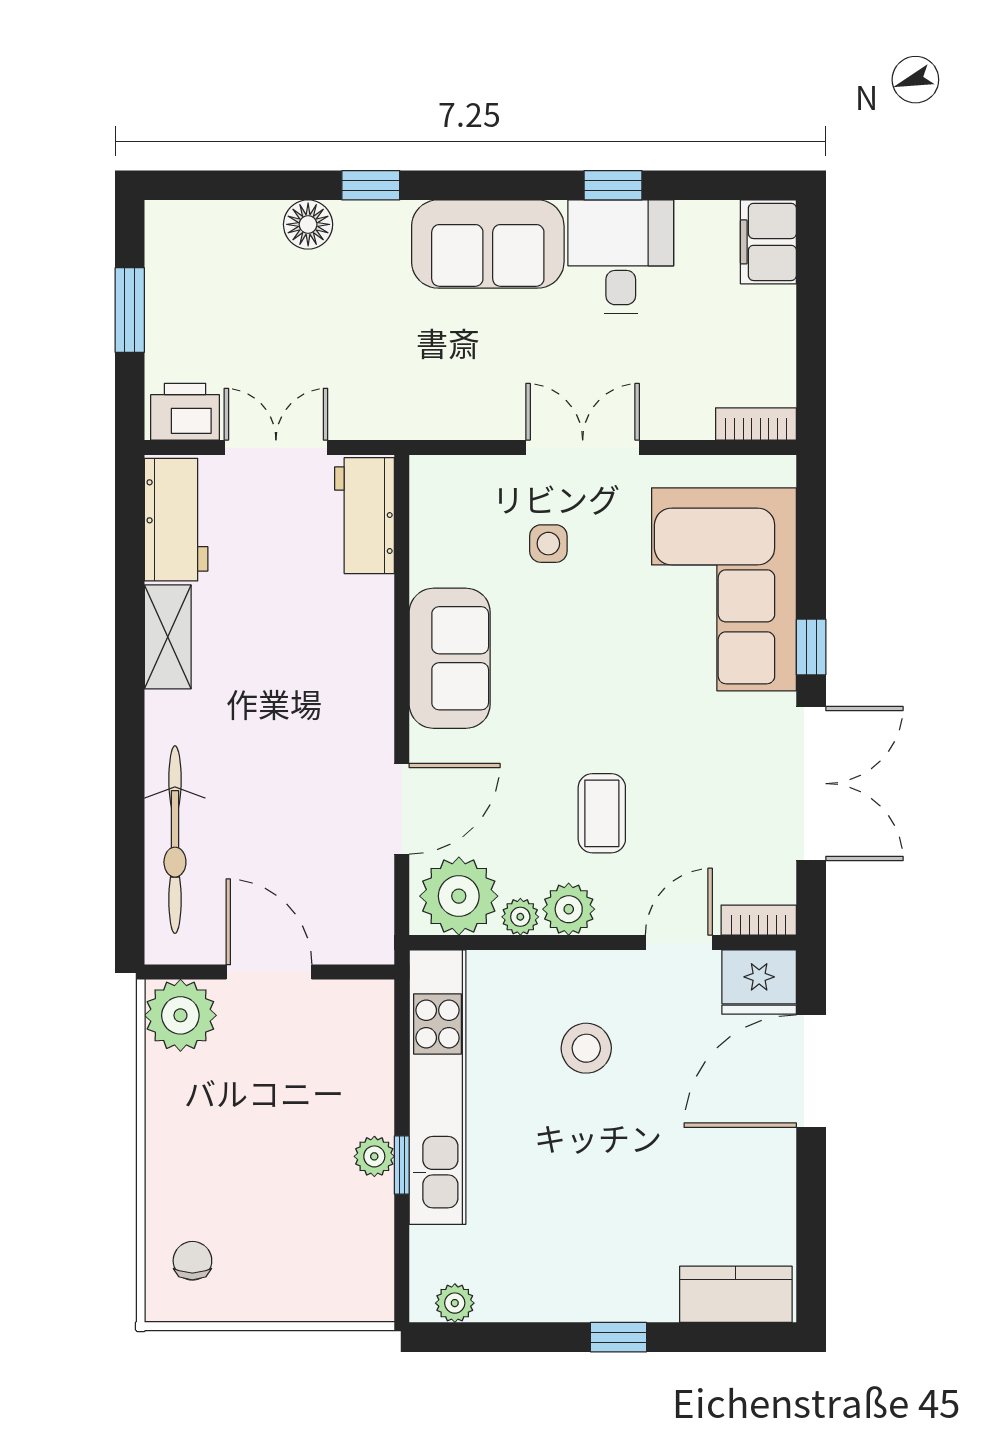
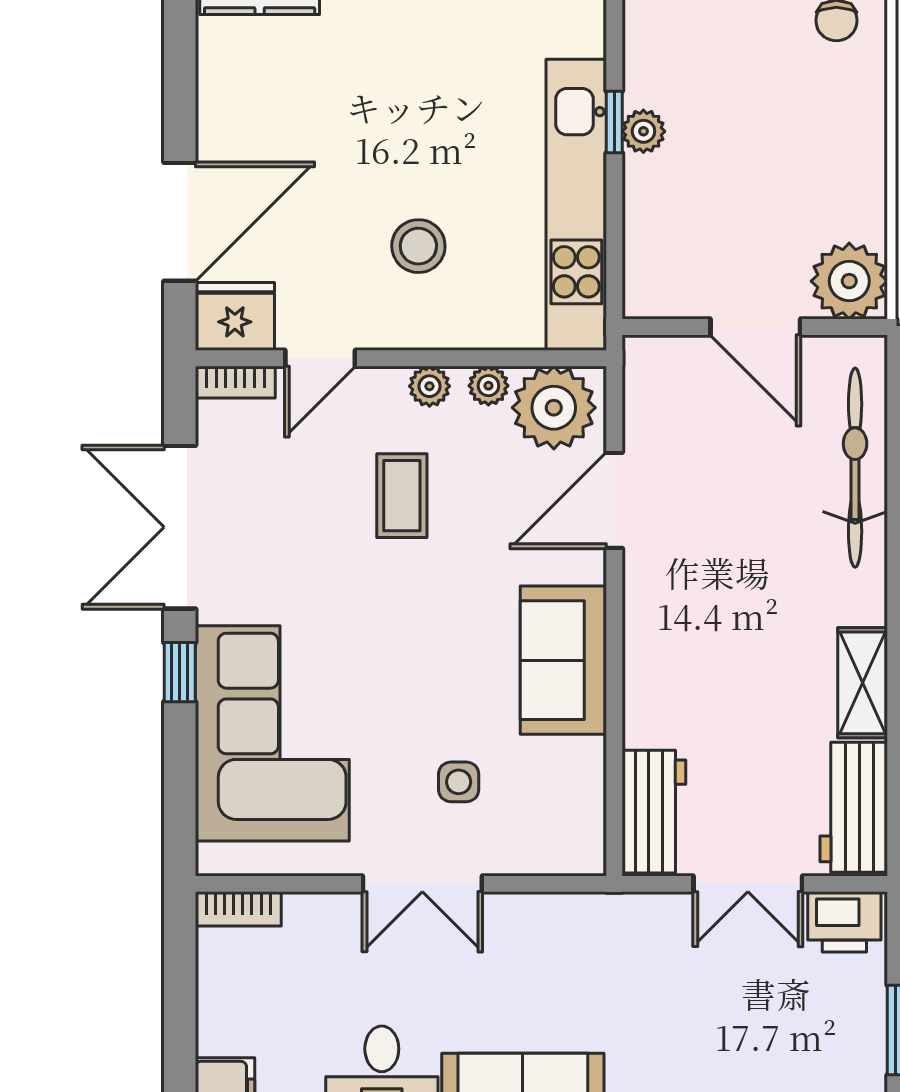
plant: (569, 909) -> (429, 386), width x0.73, depth x0.73

